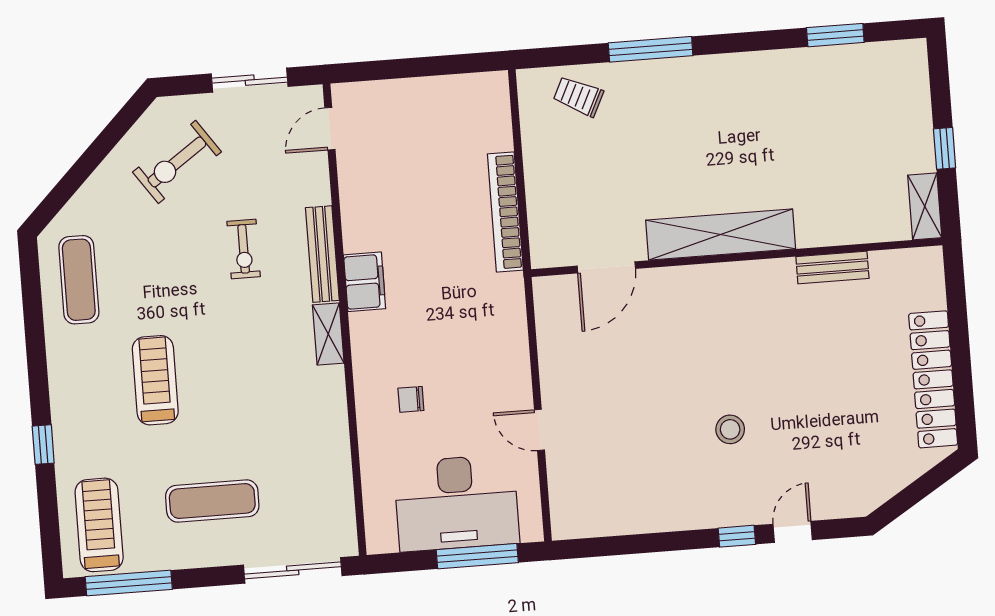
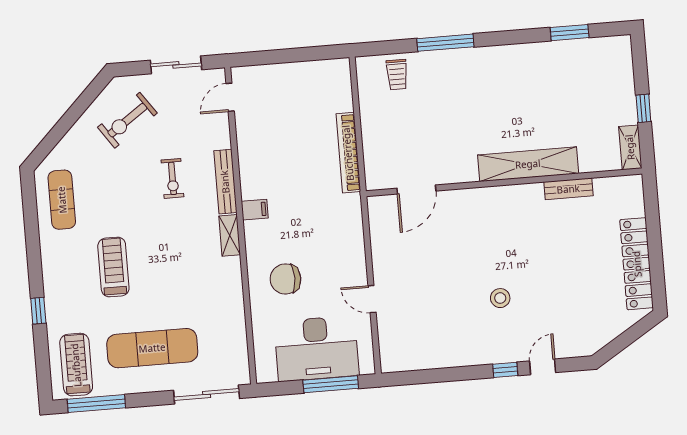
trolley: (578, 96) -> (397, 75), turned -116
shelving: (721, 235) -> (528, 164), moved
filing cabinet: (365, 282) -> (255, 210), width x0.50
chair: (411, 399) -> (285, 279), width x1.87, depth x1.87
exercise mat: (212, 501) -> (152, 348), width x1.36, depth x1.45

